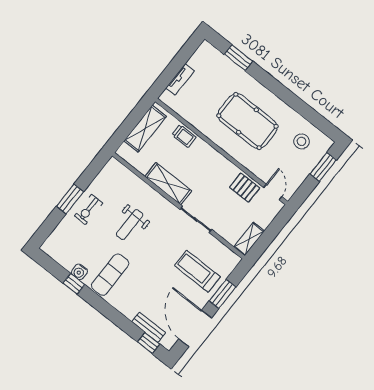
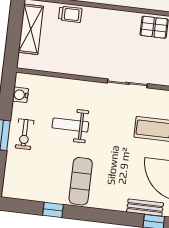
shelving: (168, 184) -> (83, 66), removed
weight bench: (130, 225) -> (70, 125), turned 90
water cooler: (79, 272) -> (20, 95), moved, turned 90

